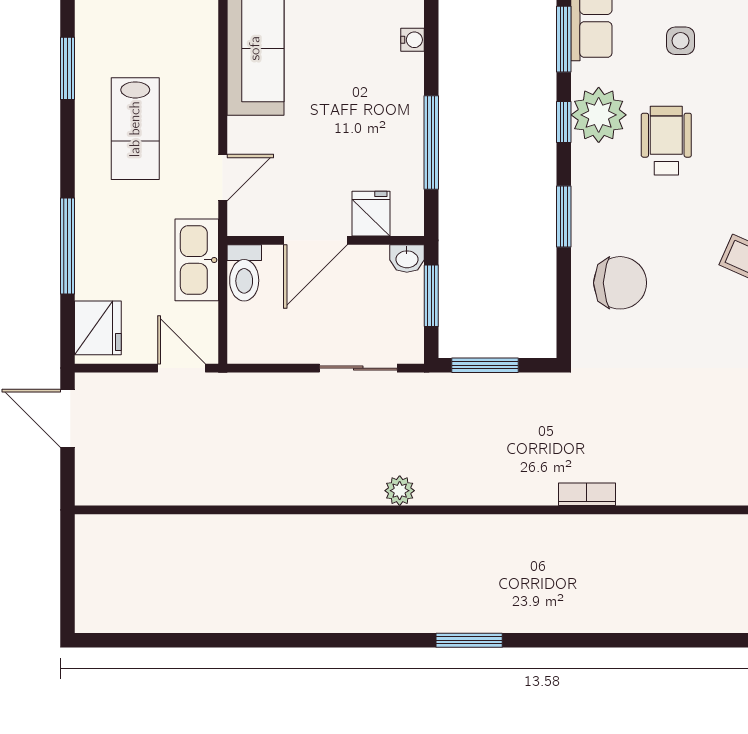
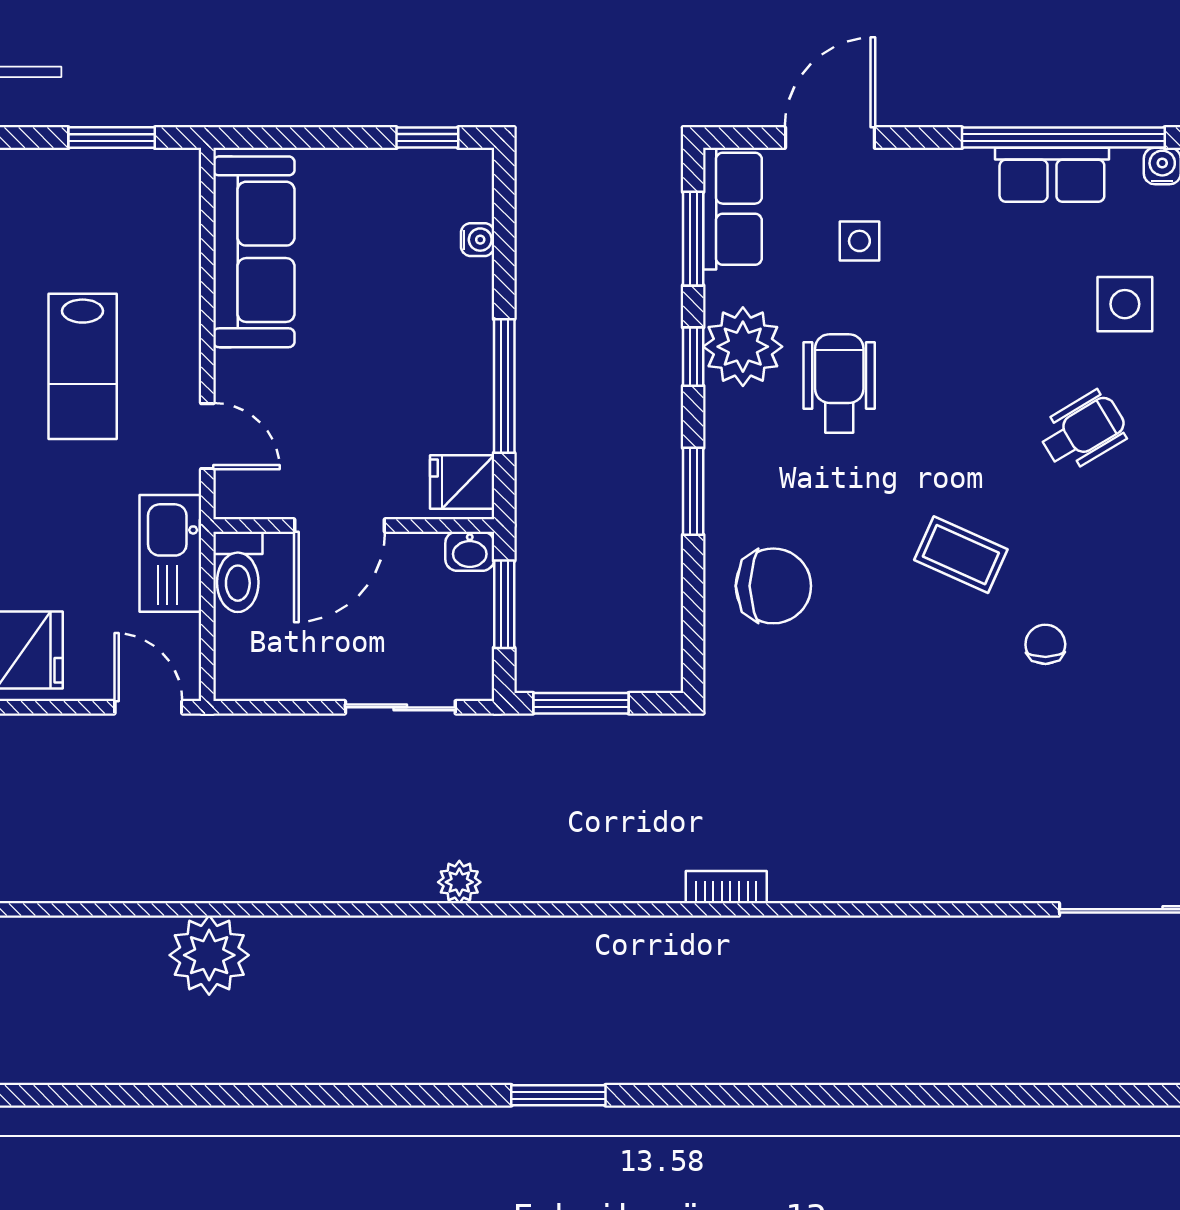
door: (223, 178) -> (207, 436), hinge flipped
fridge: (371, 214) -> (462, 482), moved, turned -90
plant: (224, 542) -> (209, 955), added

